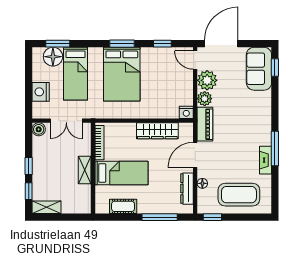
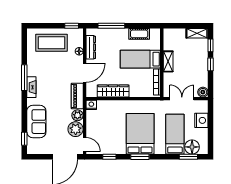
sofa: (259, 69) -> (36, 122), moved
fireplace: (265, 160) -> (31, 87), moved

